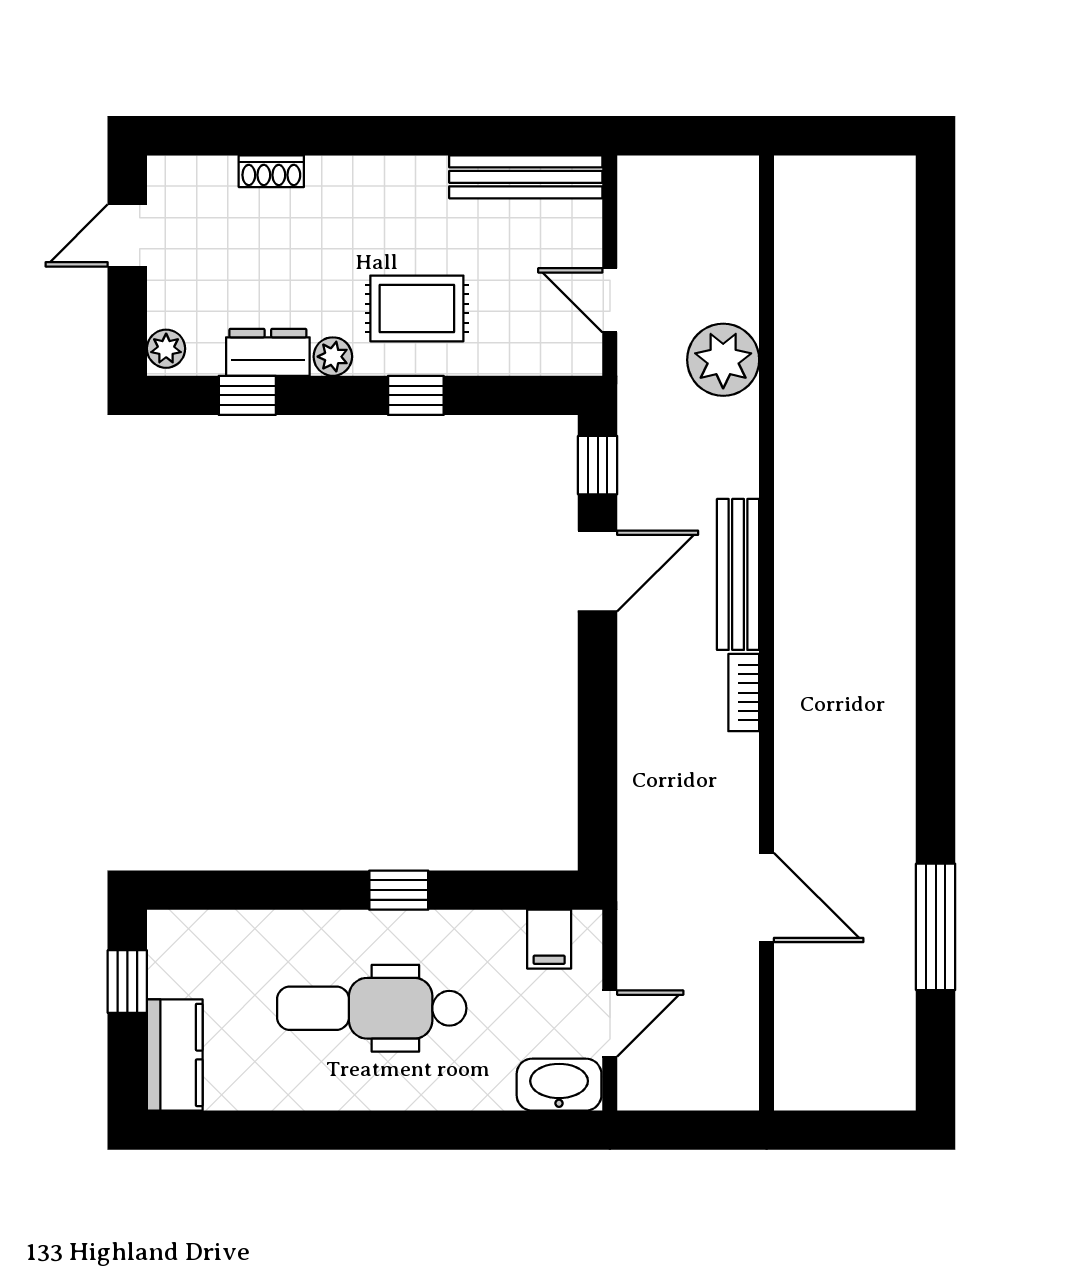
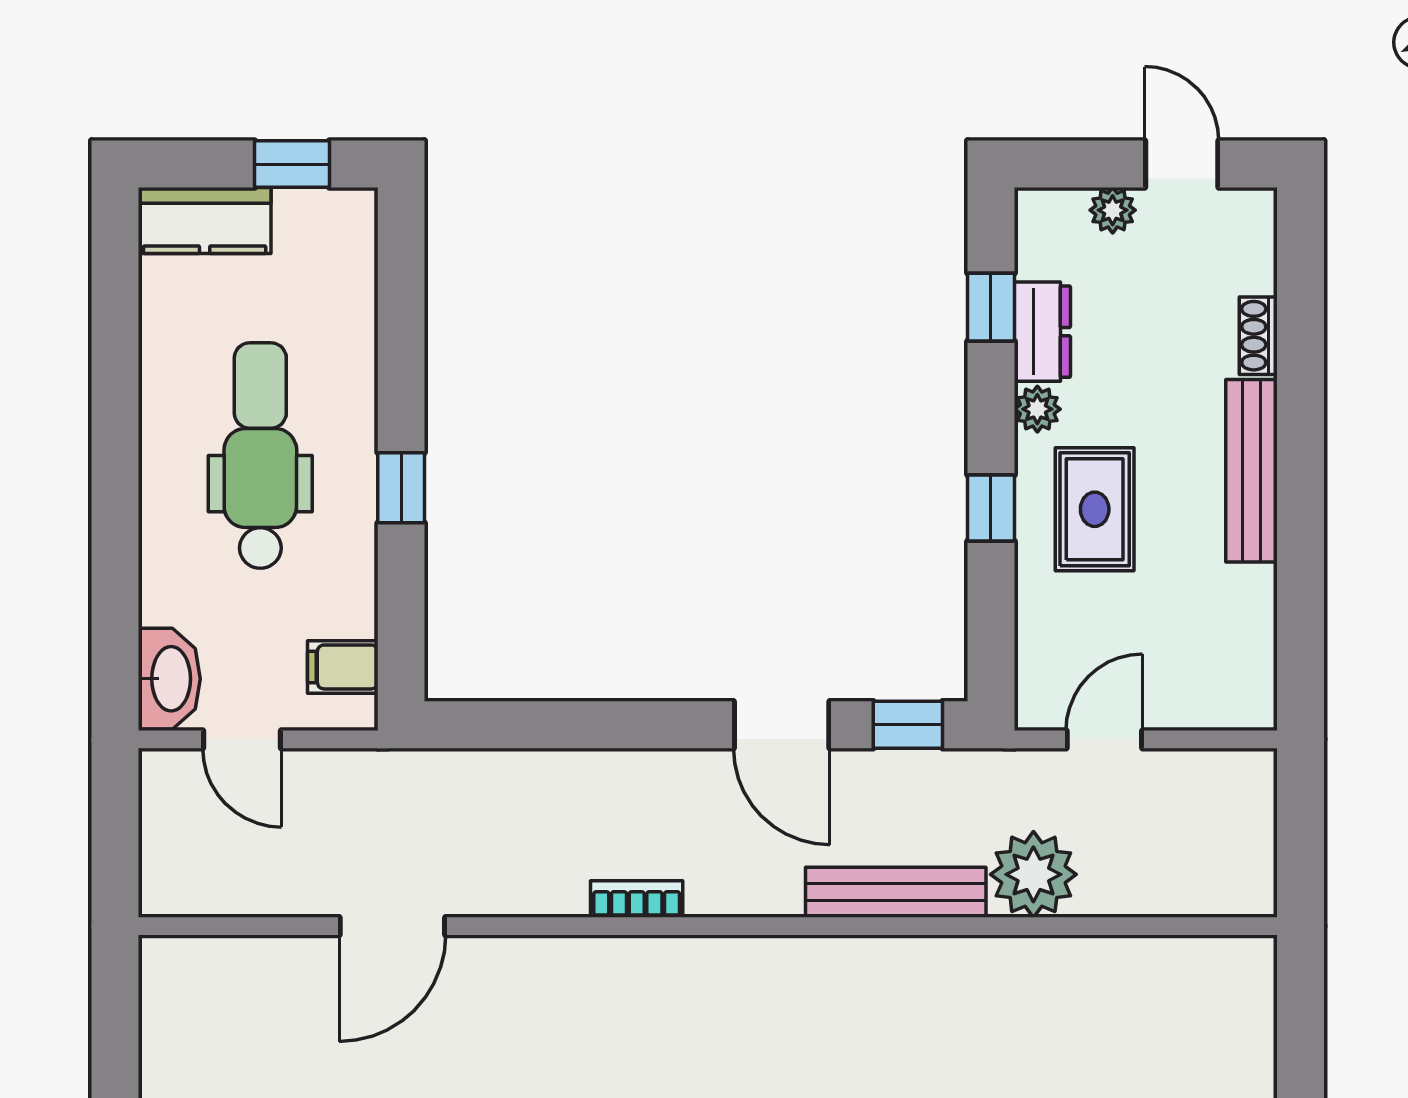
bench: (526, 177) -> (1252, 471), moved
plant: (166, 349) -> (1113, 210), moved
bench: (738, 574) -> (896, 892), moved

